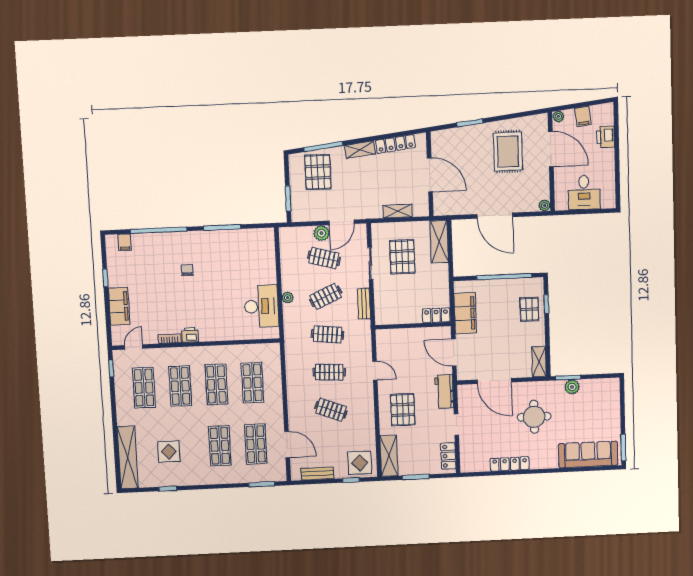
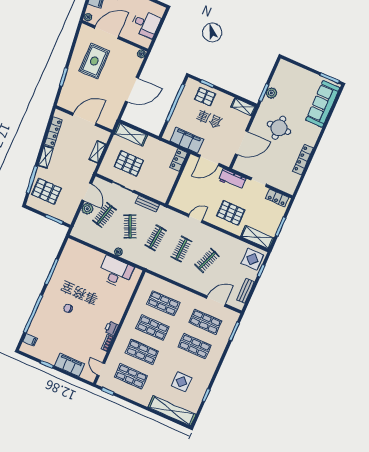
rug: (508, 151) -> (94, 61), turned 90

